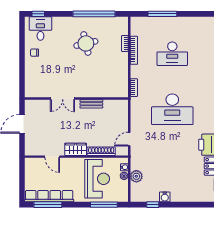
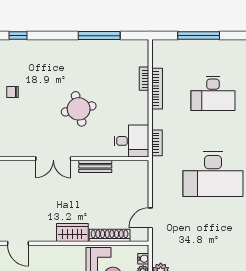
window: (94, 14) -> (99, 36), width x0.68
desk: (40, 28) -> (131, 141), moved, turned 90
round table: (86, 43) -> (79, 109), moved
door: (52, 157) -> (18, 243), moved

